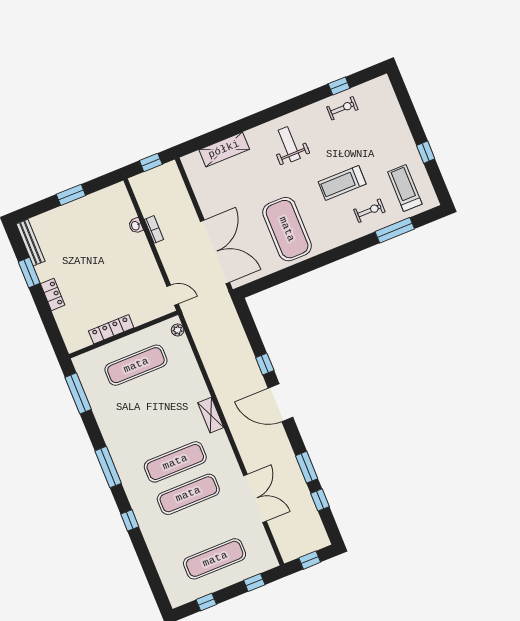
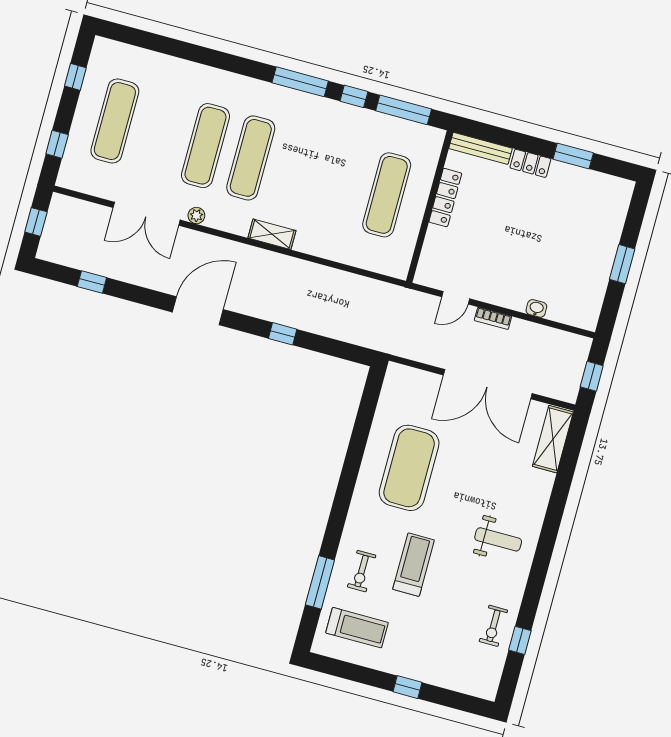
shelving: (224, 149) -> (553, 439), moved
window: (426, 152) -> (407, 687), moved
bookcase: (154, 229) -> (493, 318), moved
exercise mat: (287, 229) -> (409, 468), turned 90
bench: (31, 243) -> (480, 148), moved
double door: (215, 252) -> (488, 384), moved
door: (173, 295) -> (456, 298), moved
plant: (178, 330) -> (196, 216), moved
door: (281, 403) -> (198, 311), moved
window: (307, 467) -> (138, 295), removed
window: (130, 520) -> (354, 96), moved

